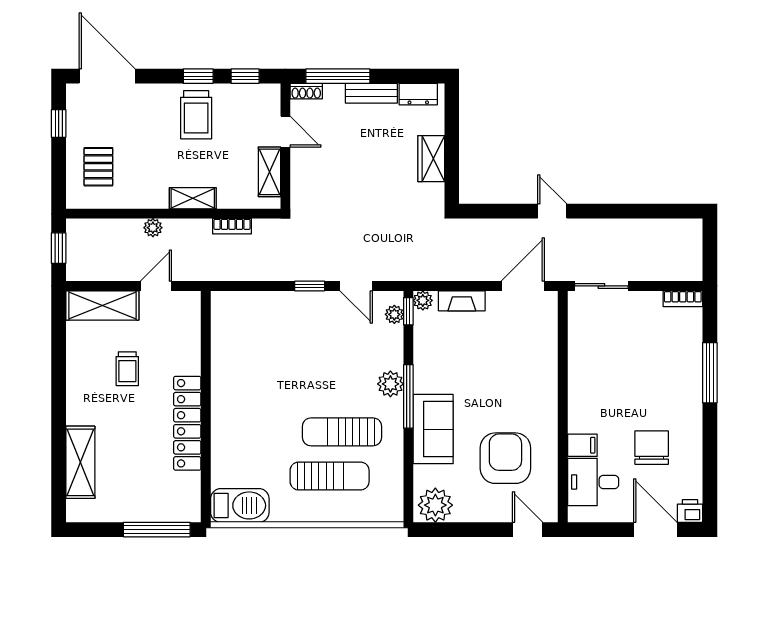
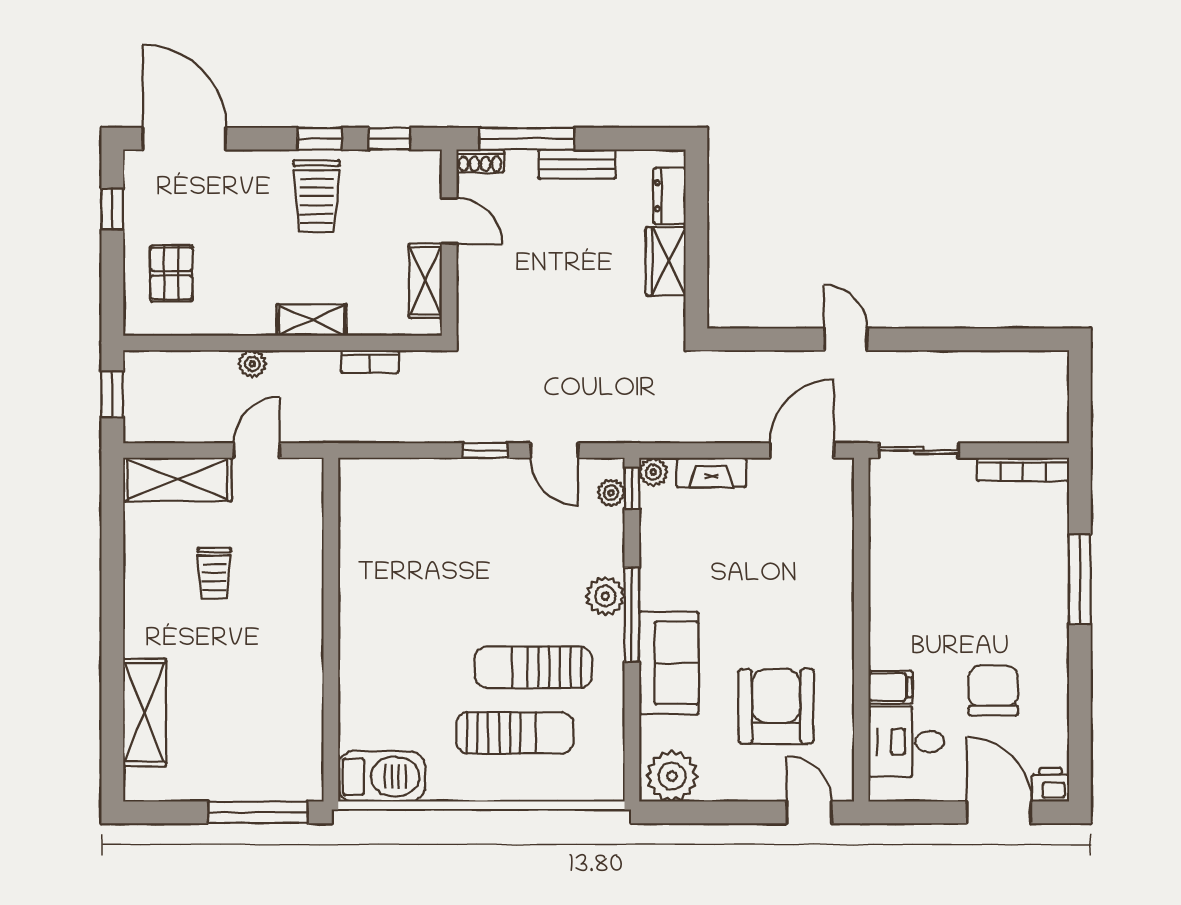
dresser: (418, 94) -> (670, 196), moved, turned 90
bookcase: (683, 299) -> (1023, 469), width x1.56
locker: (187, 423) -> (303, 654), removed

